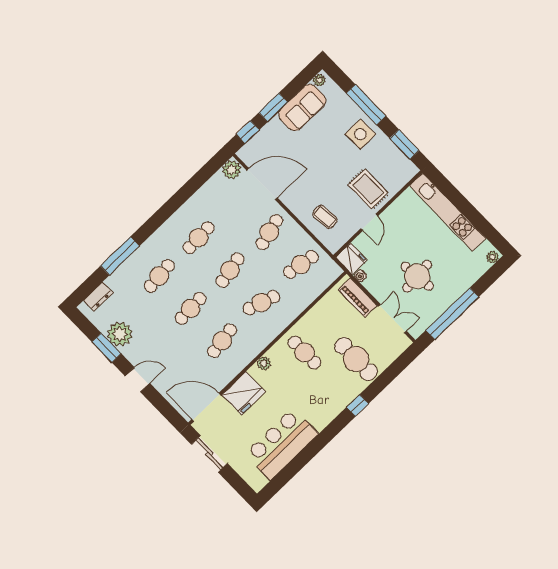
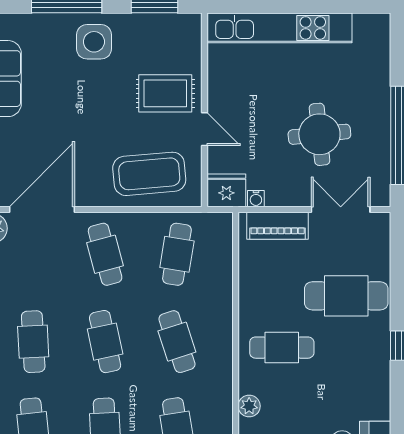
coffee table: (325, 217) -> (149, 174), width x1.86, depth x1.72
plant: (492, 257) -> (381, 27), removed
cafe table: (261, 303) -> (177, 342), turned -36

